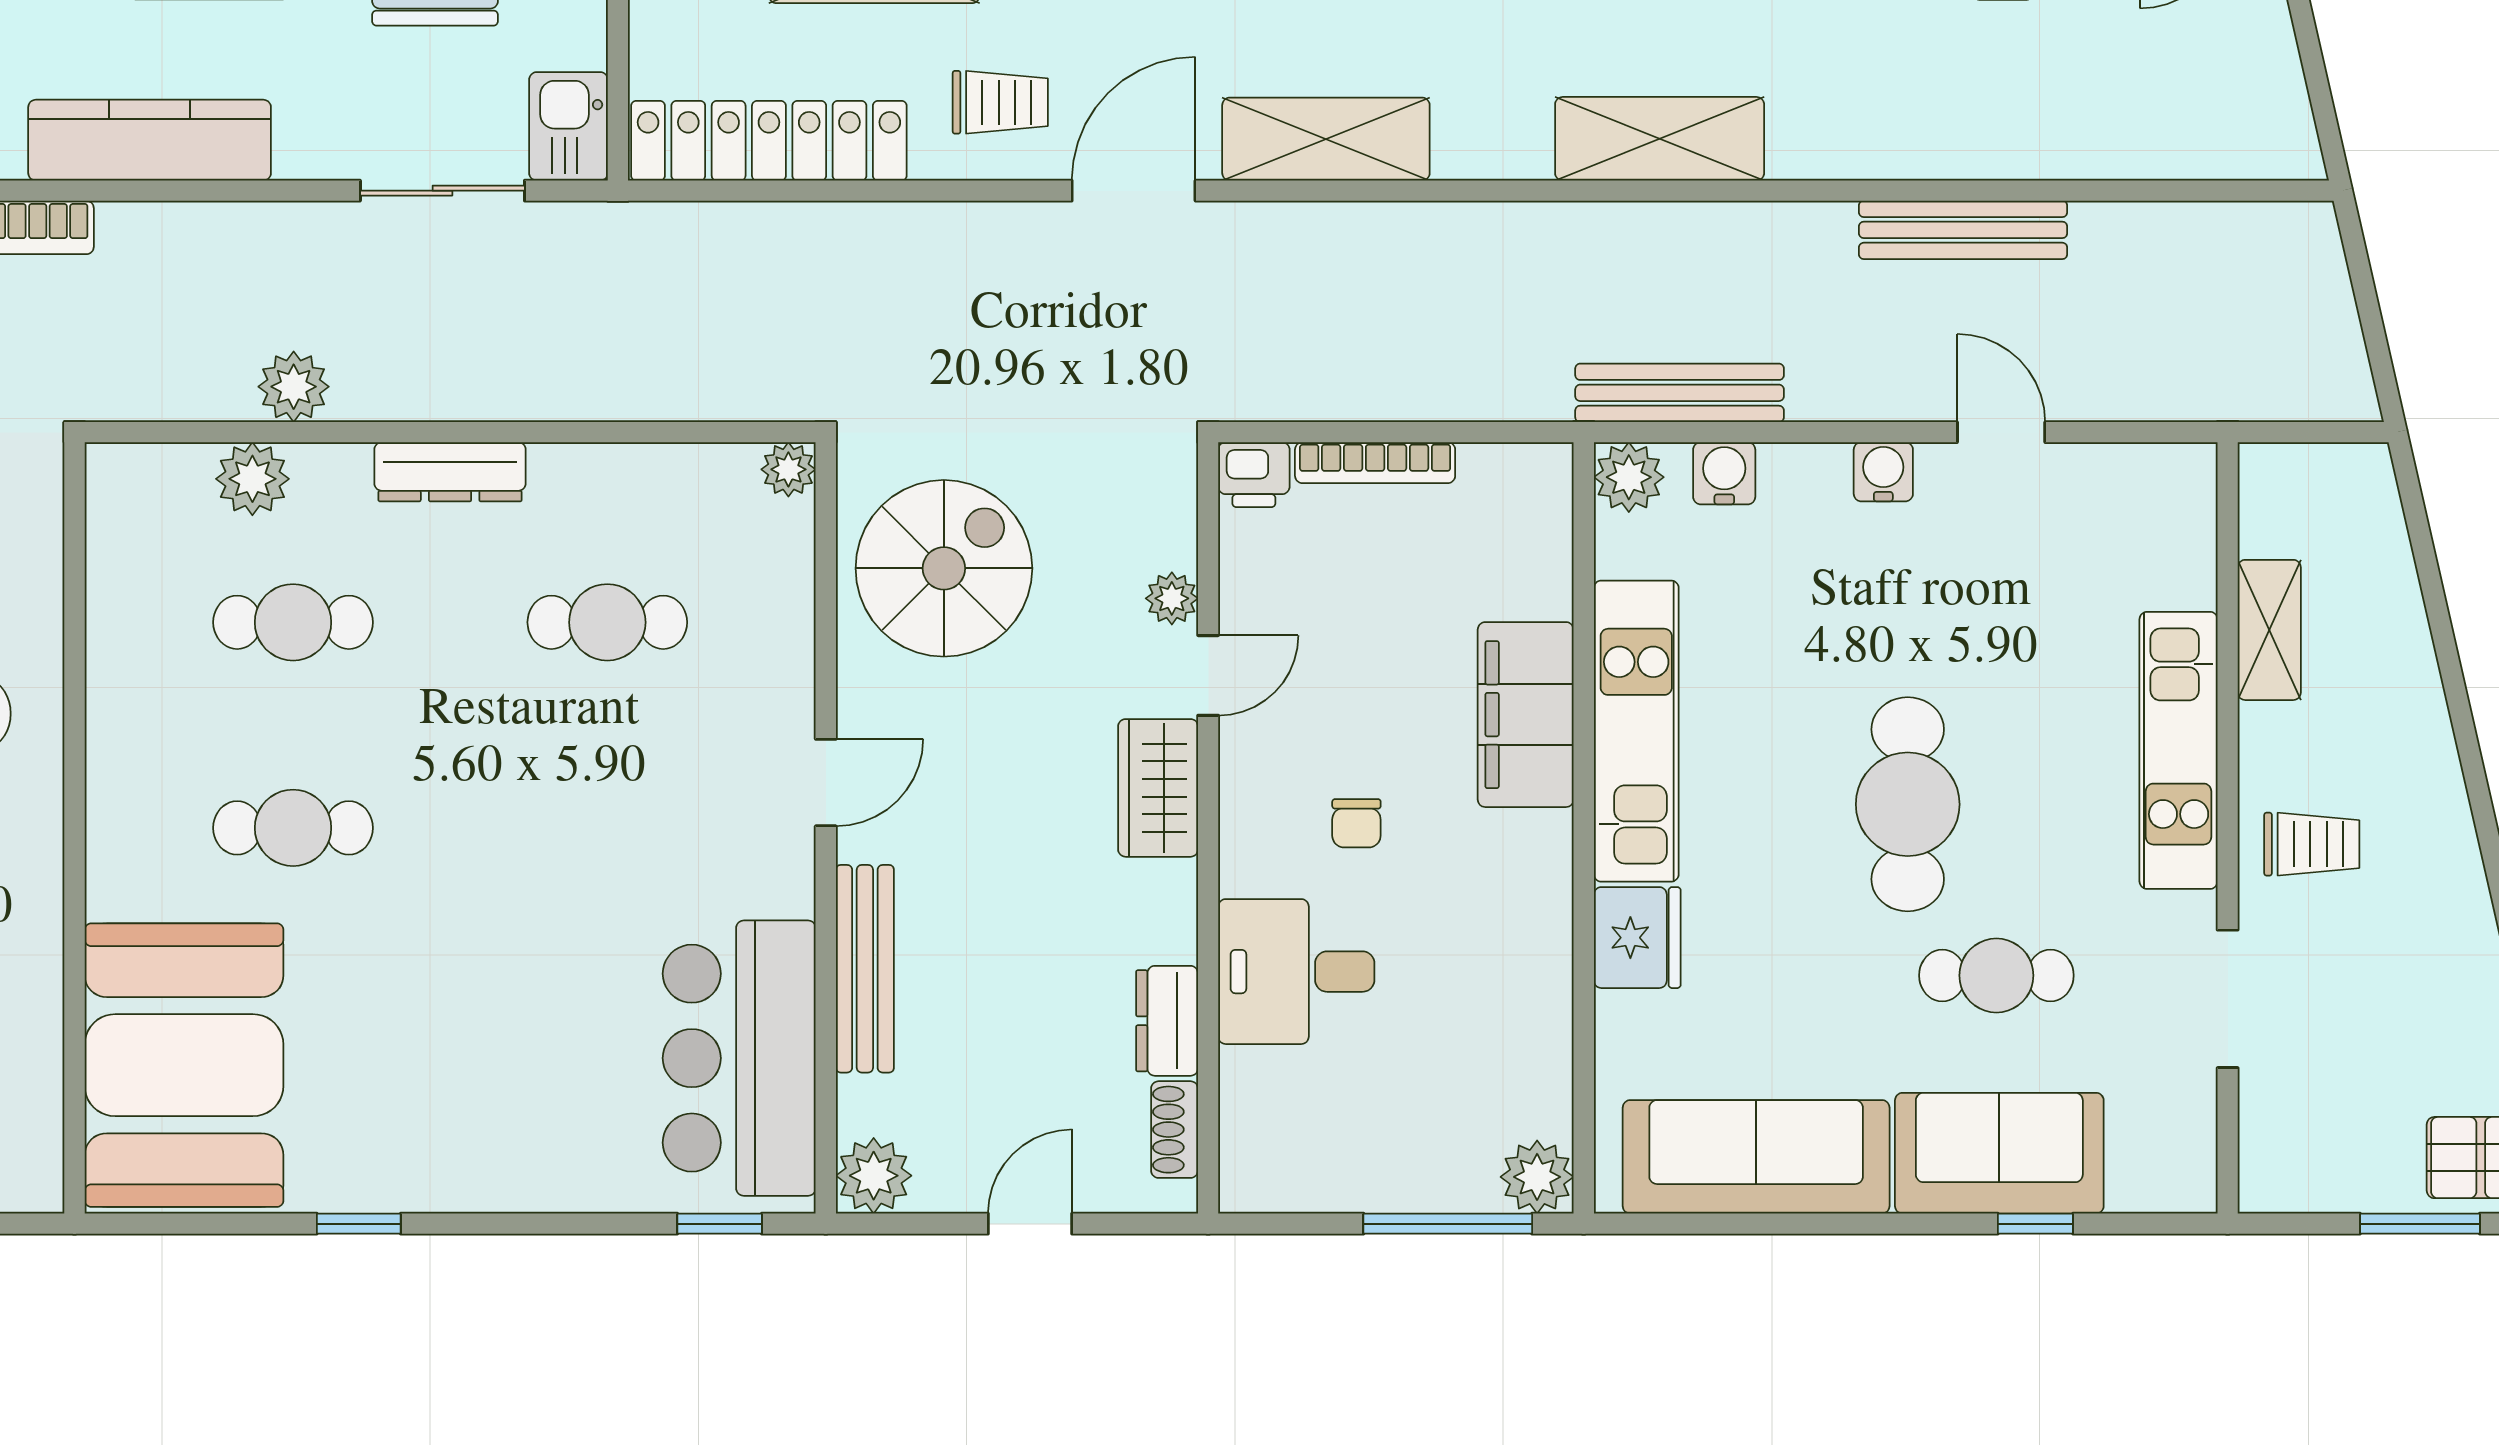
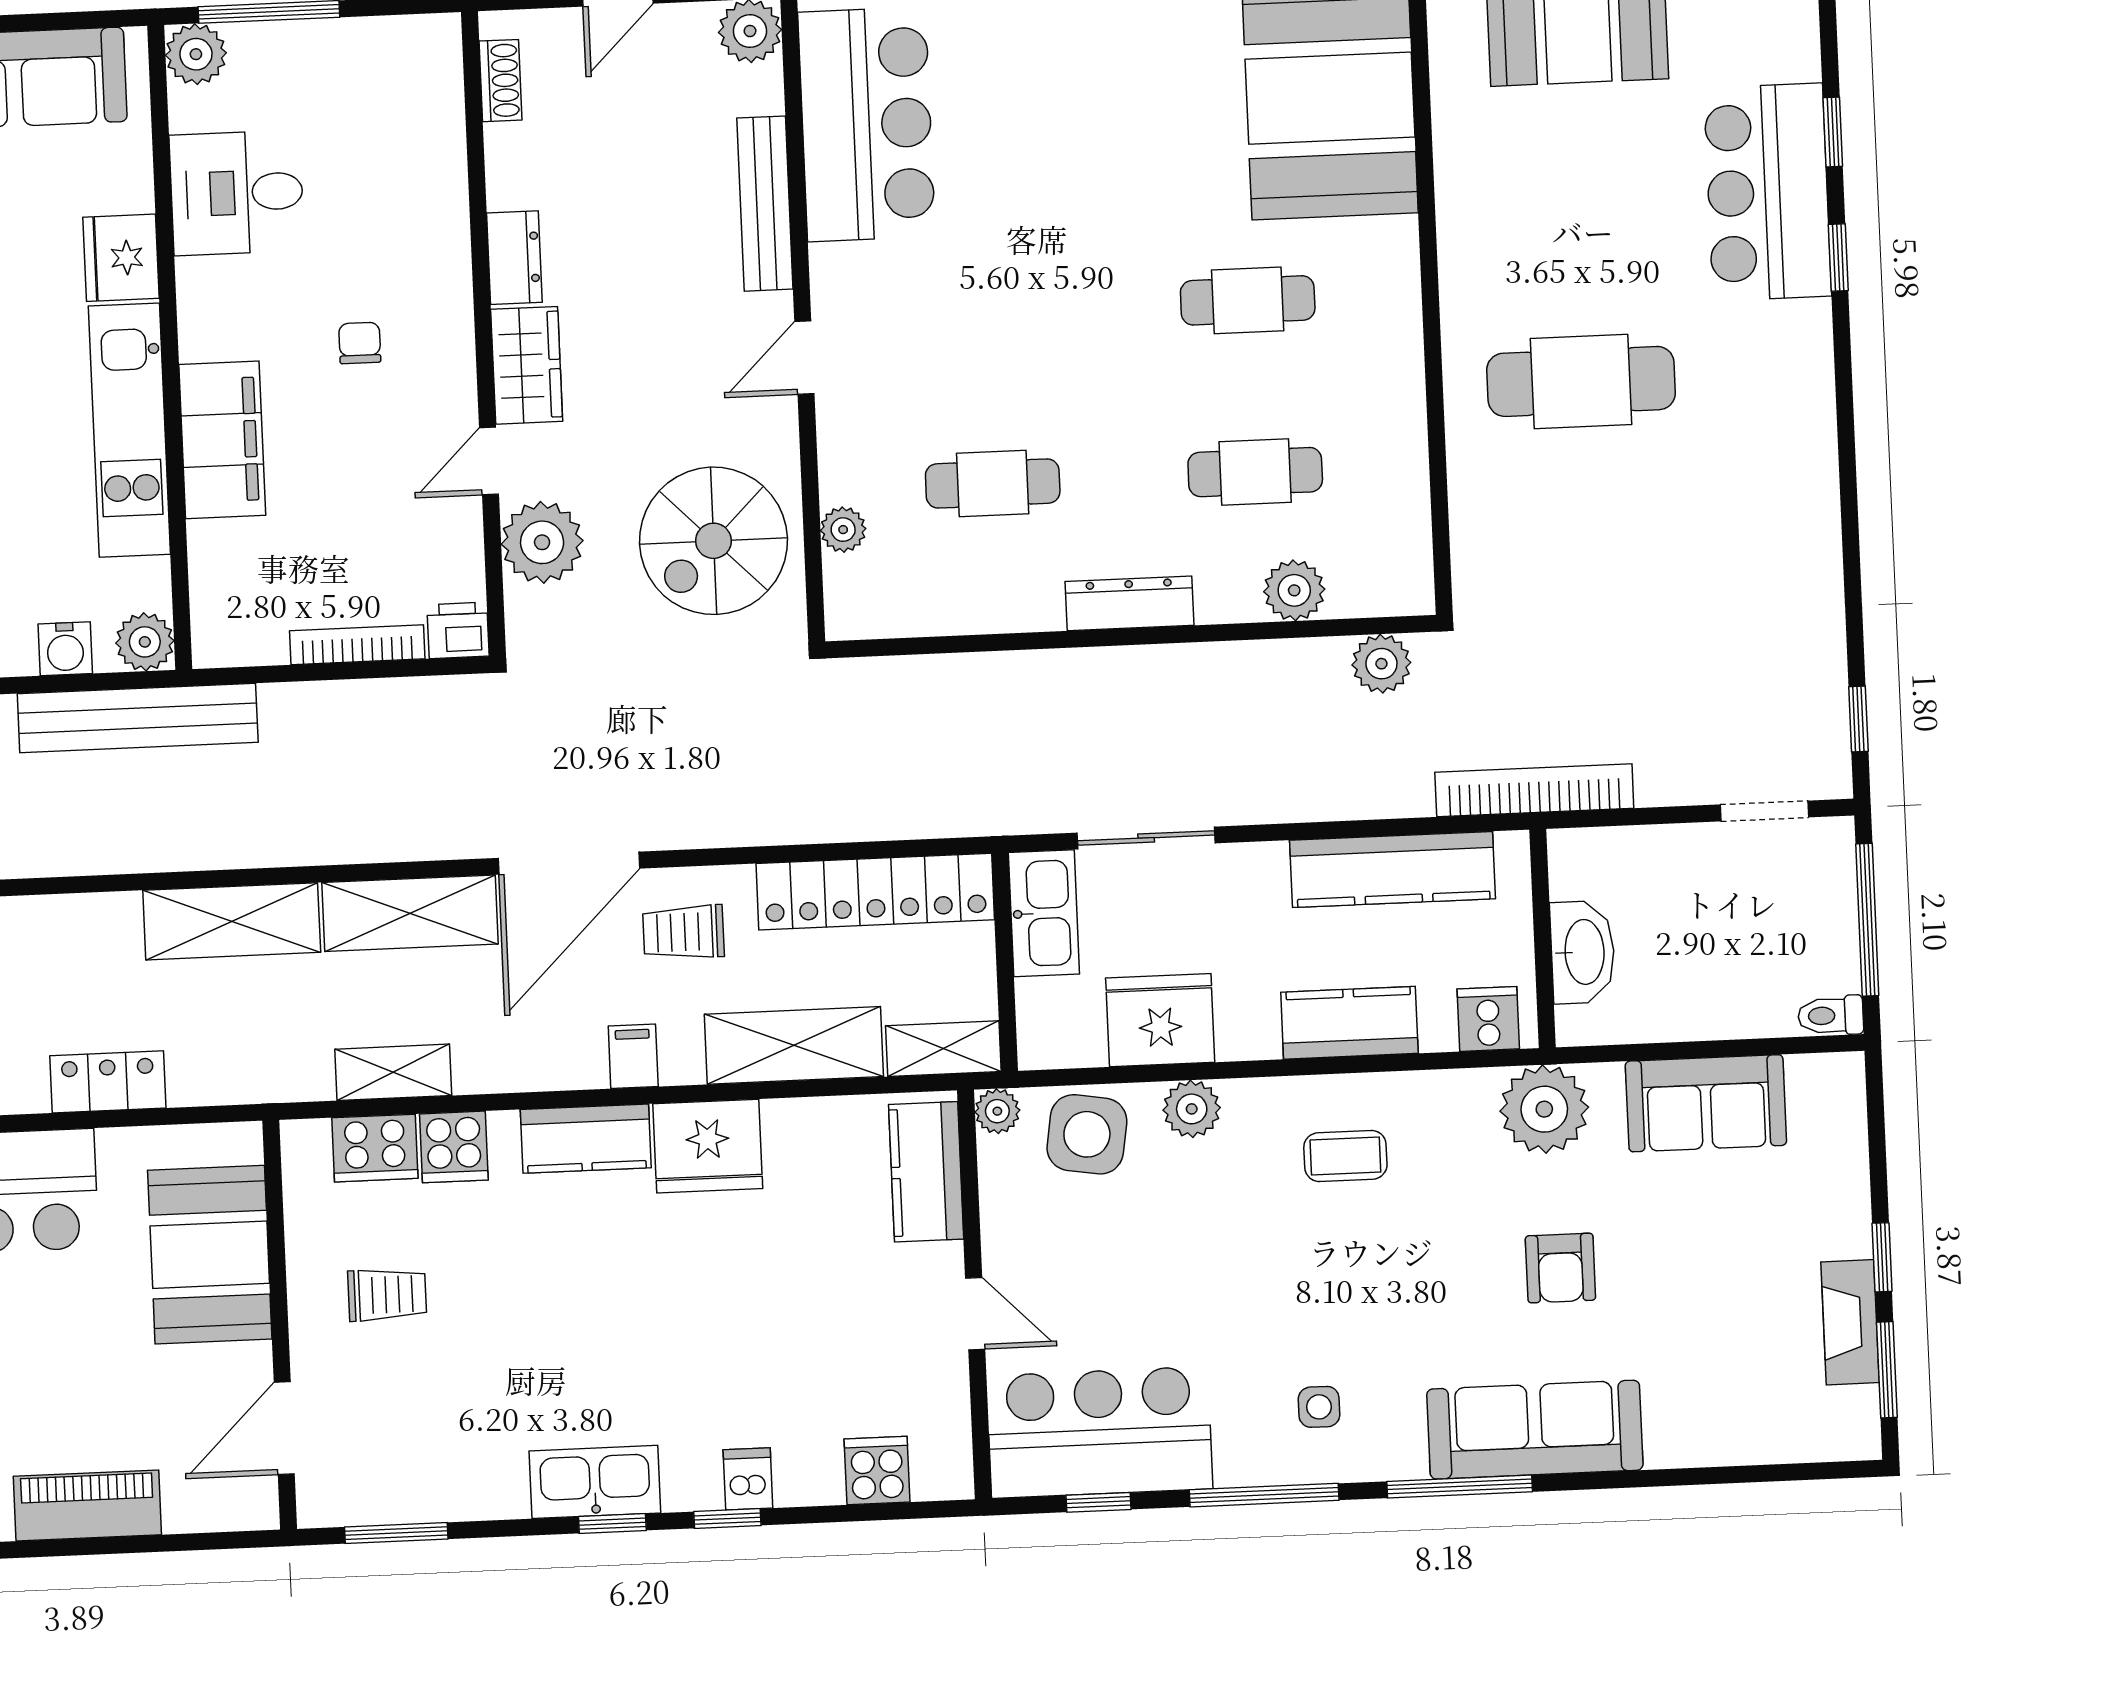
kitchen sink: (568, 126) -> (1044, 913), width x1.38
shelving: (1660, 139) -> (232, 921), moved
door: (1134, 191) -> (569, 863), width x1.36
plant: (294, 387) -> (1381, 664), moved
bench: (1680, 393) -> (138, 718), width x1.37, depth x1.21
plant: (788, 469) -> (843, 530), moved
plant: (1172, 598) -> (542, 542), width x1.87, depth x1.87
desk: (1296, 972) -> (237, 193), moved, turned 180
dresser: (1167, 1021) -> (514, 258), moved

